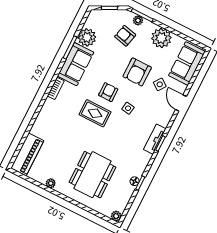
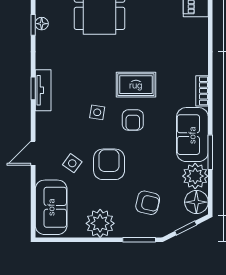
plant: (138, 20) -> (141, 231), removed
floor lamp: (94, 21) -> (196, 202), added
door: (181, 103) -> (33, 153), swing flipped

